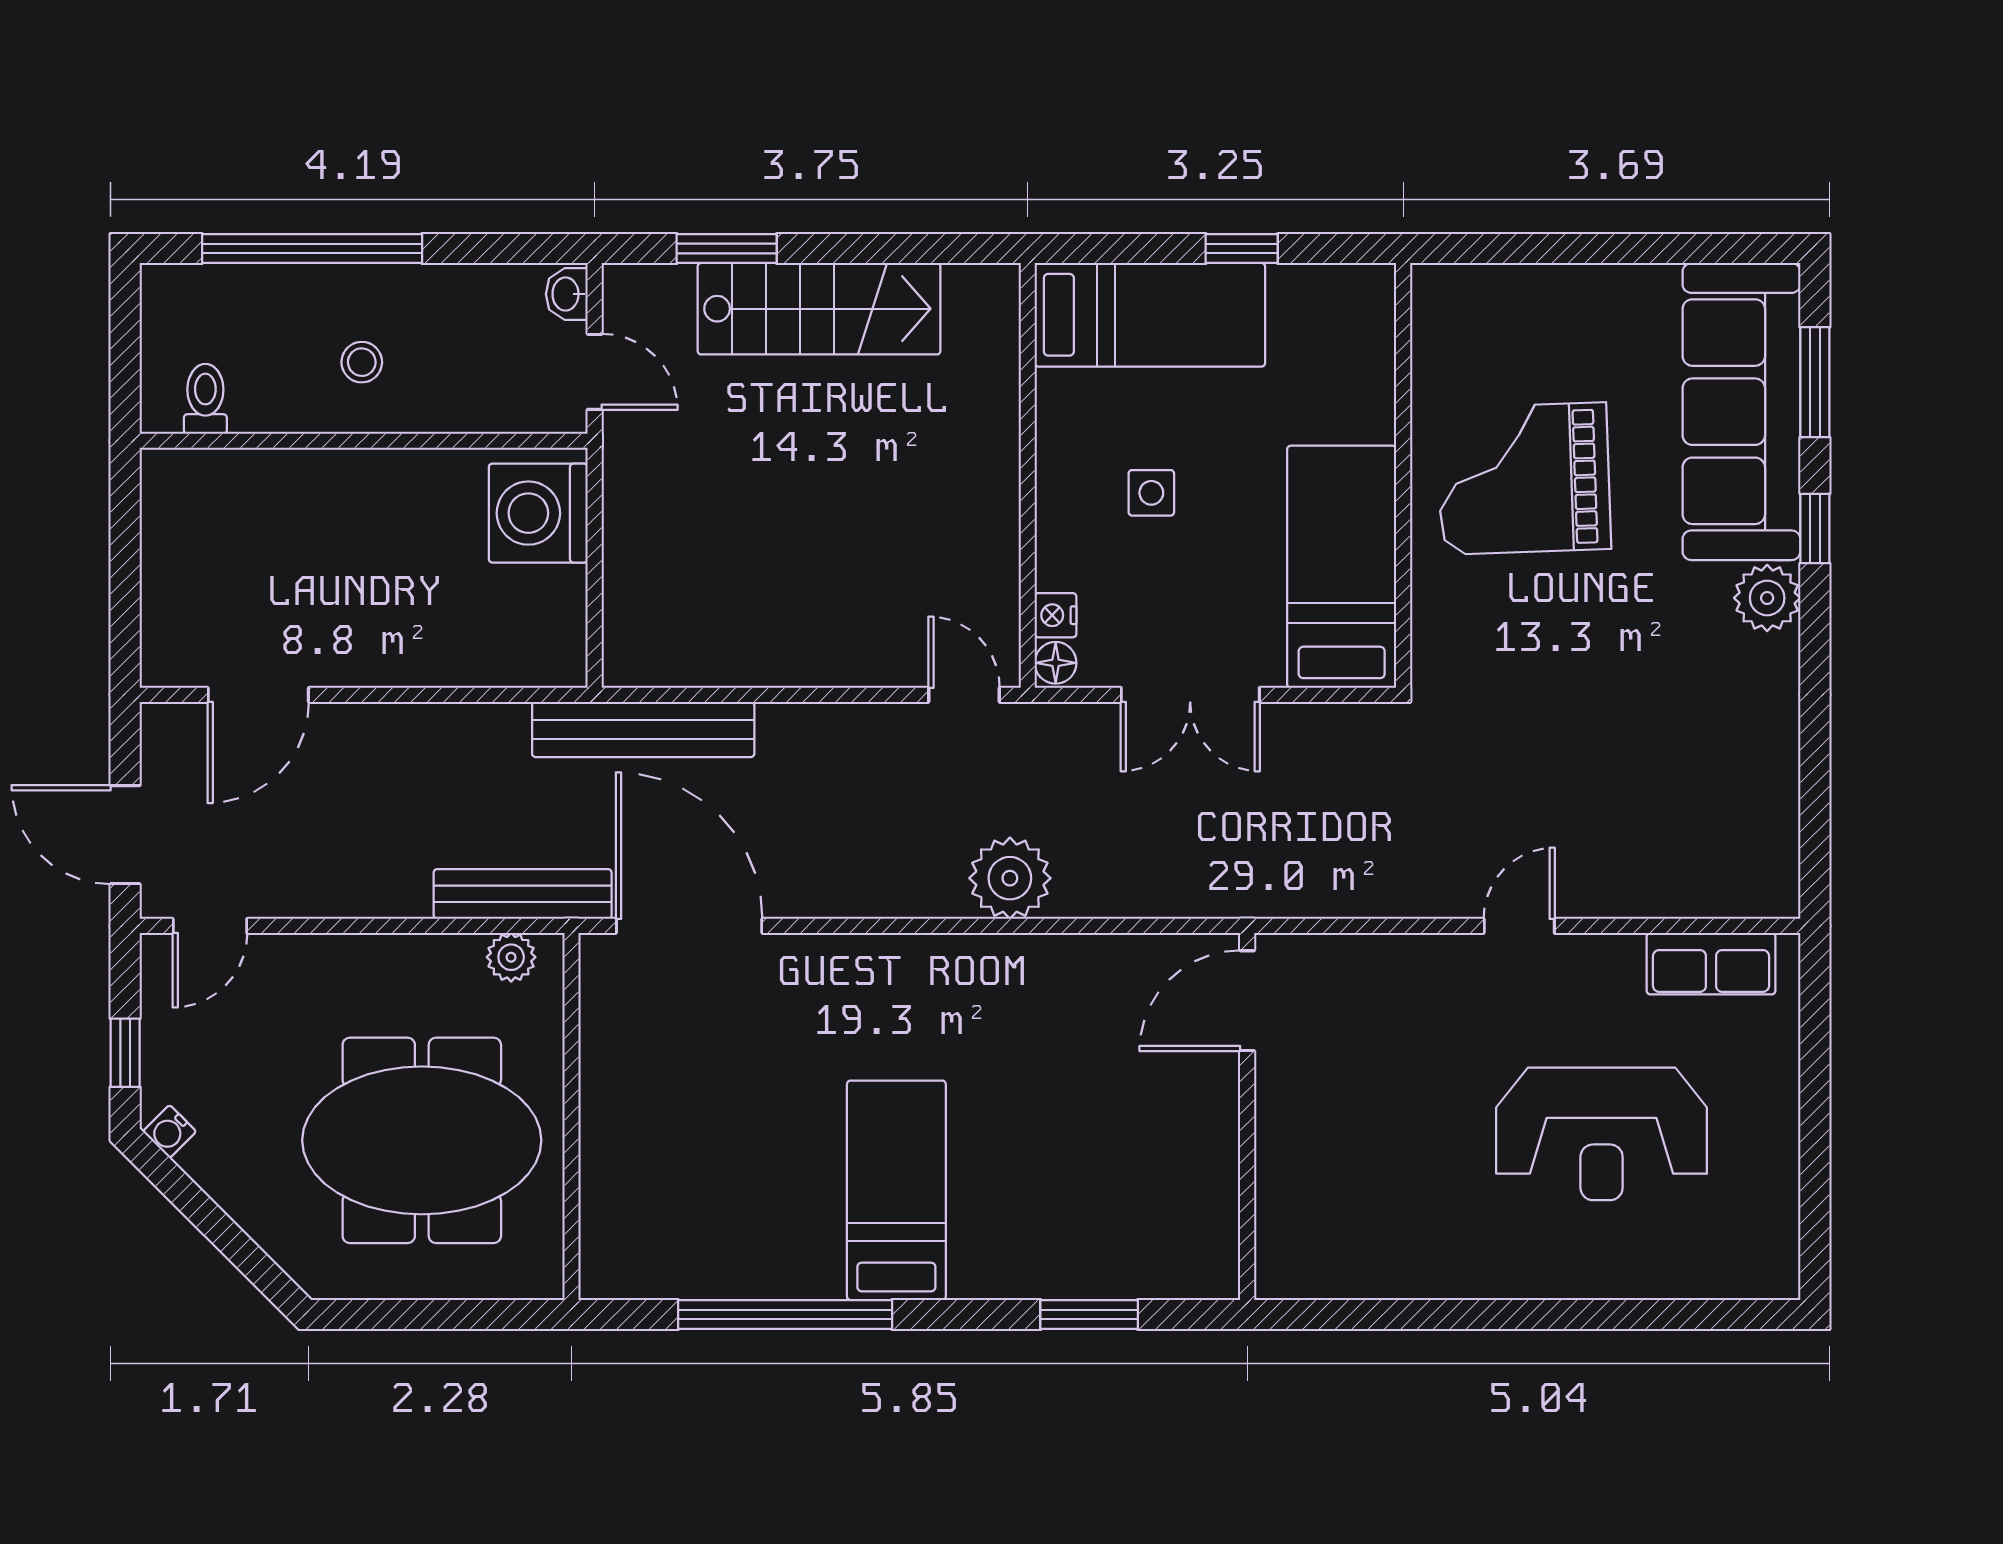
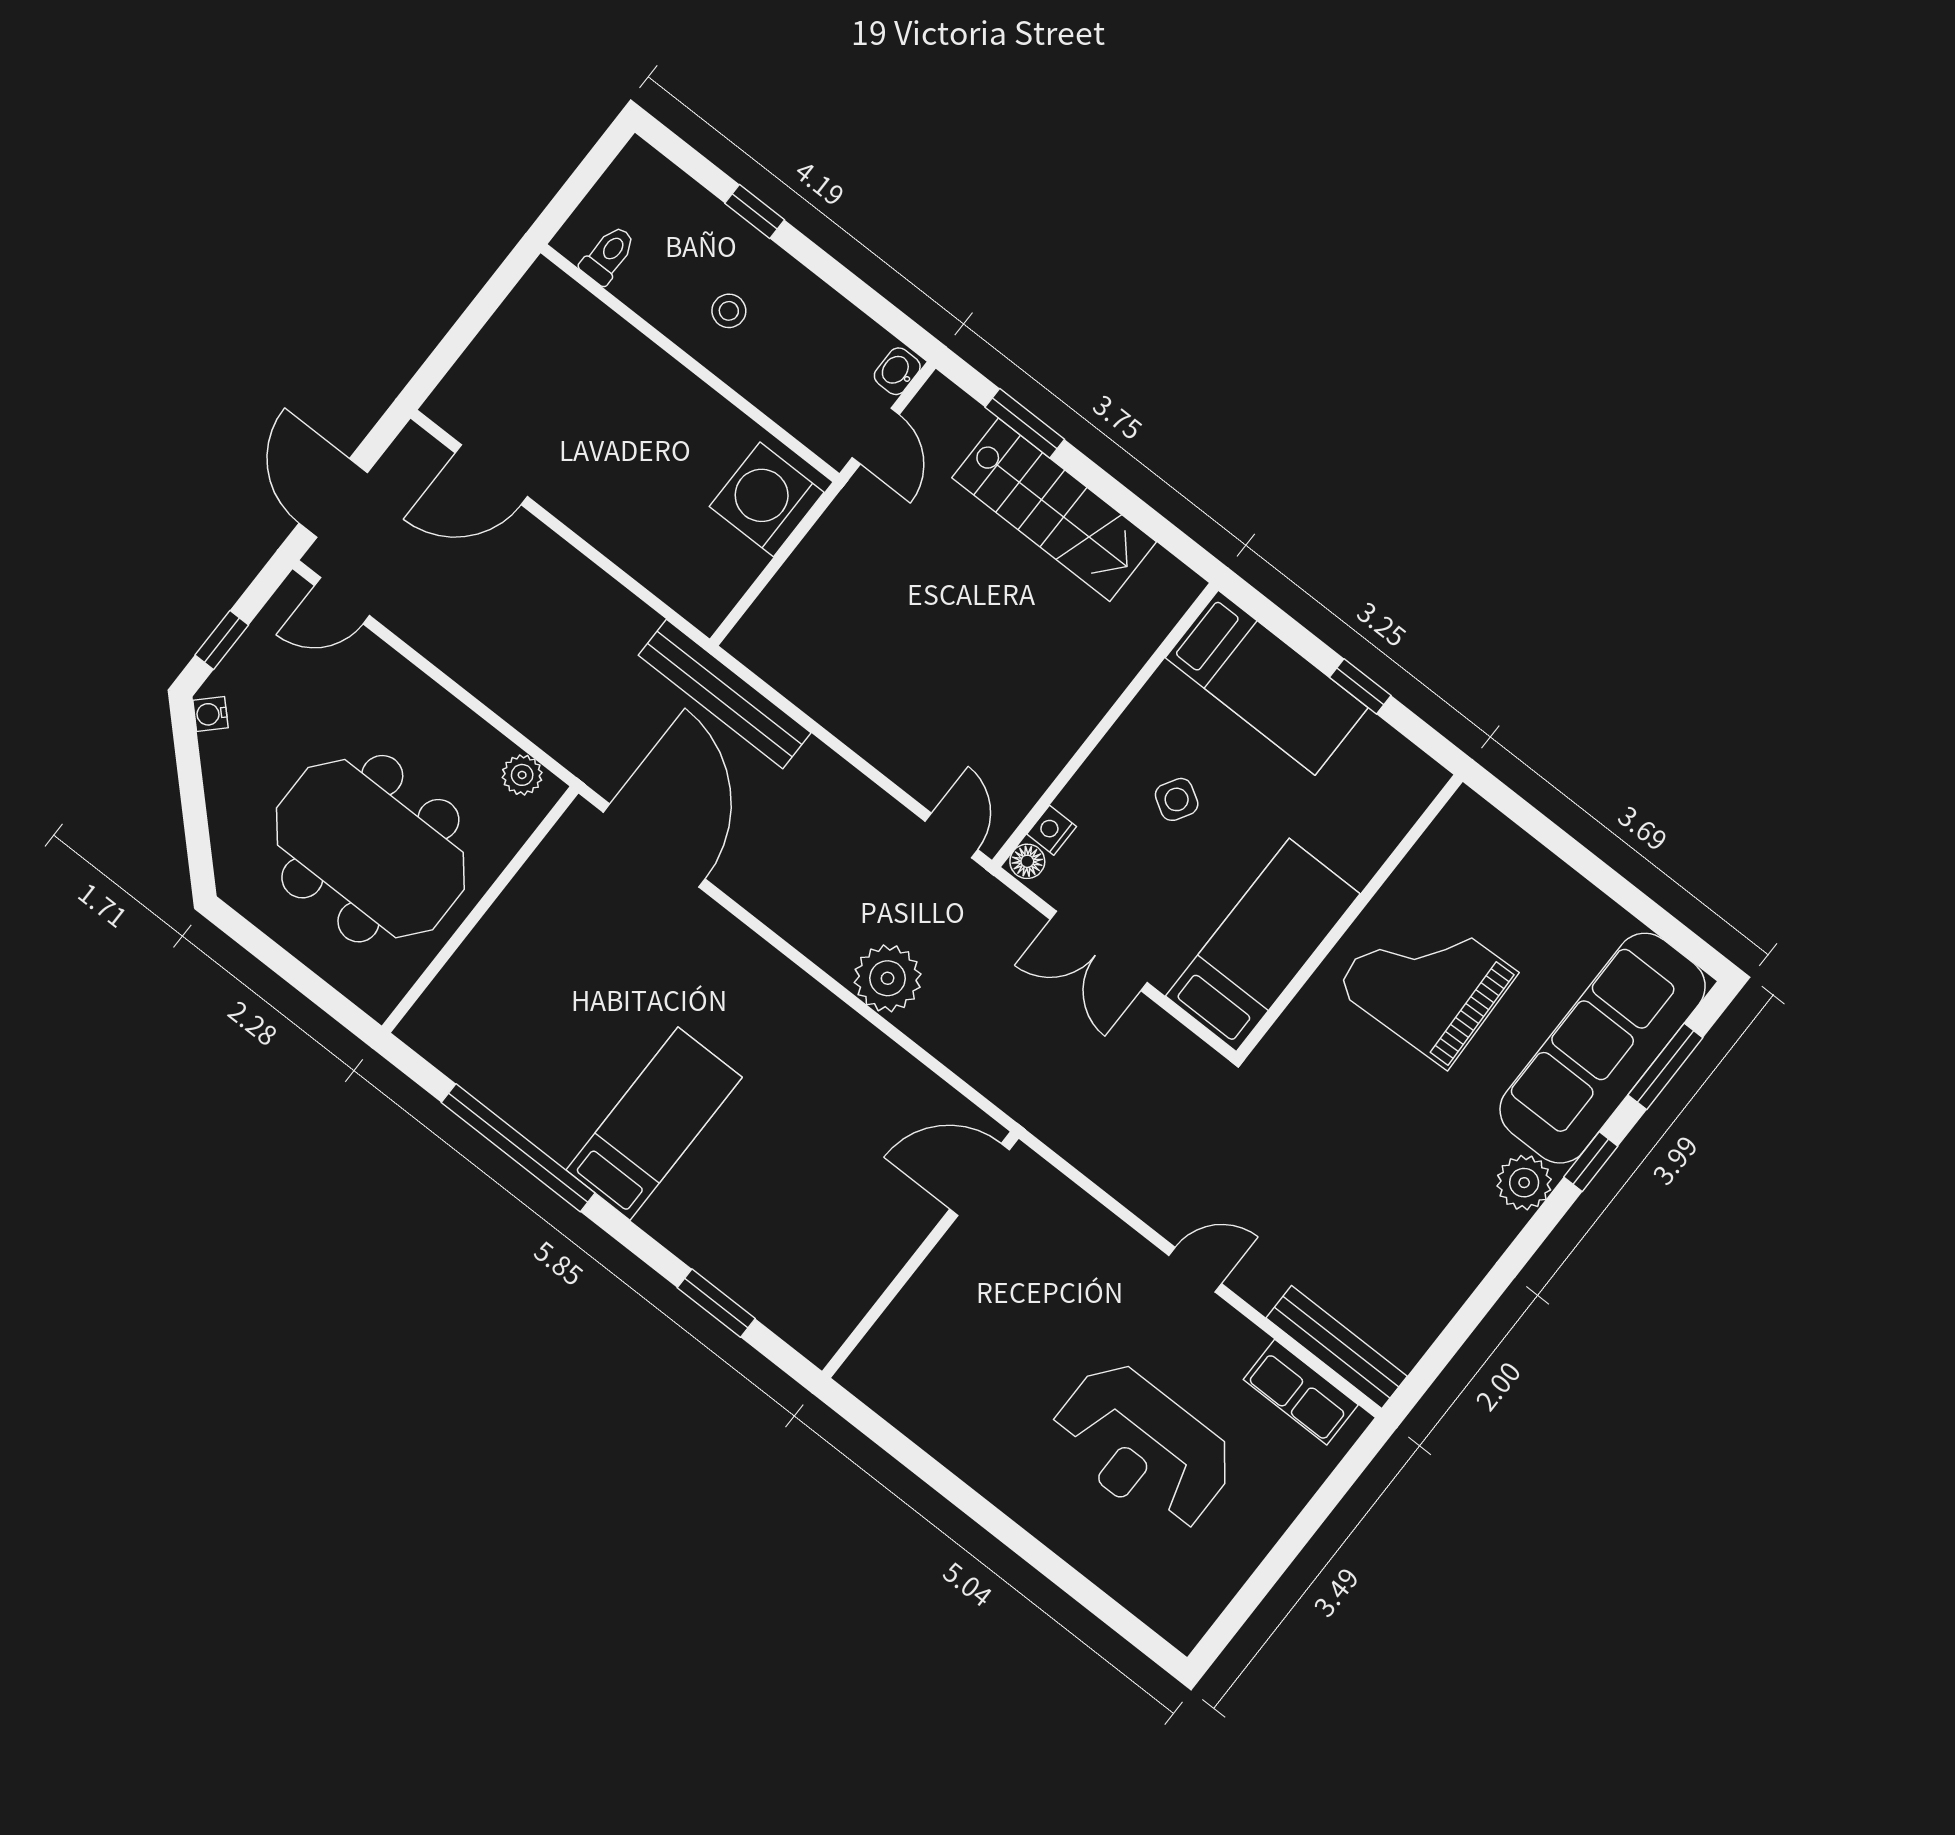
window: (312, 248) -> (755, 211), width x0.32
side table: (1151, 493) -> (1177, 799), turned 31
bench: (523, 894) -> (1337, 1347), moved

